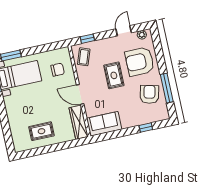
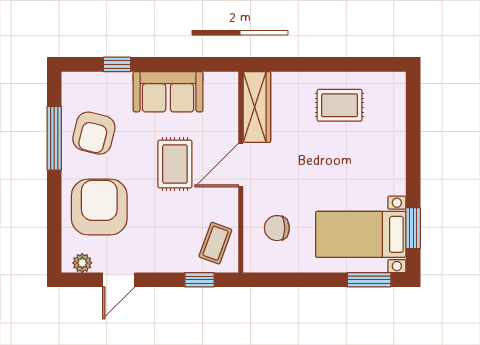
armchair: (140, 62) -> (99, 207), turned -90
rug: (114, 75) -> (175, 164), moved
door: (80, 94) -> (241, 165), swing flipped
sofa: (104, 124) -> (168, 92), moved

